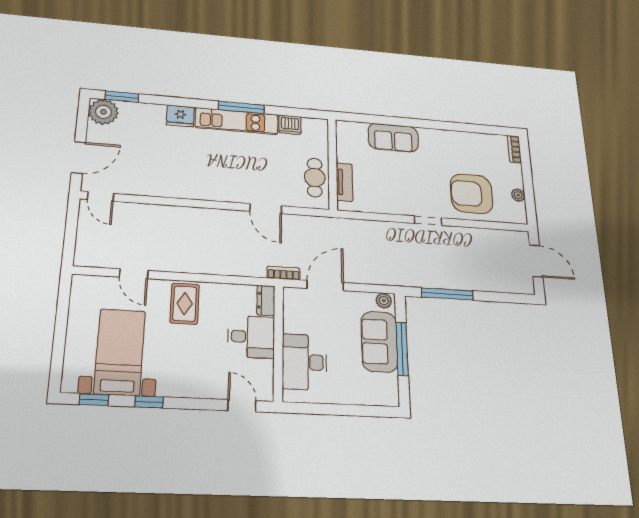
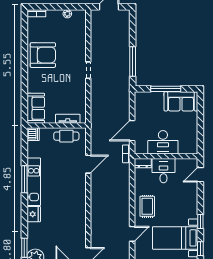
dishwasher: (290, 125) -> (33, 134), moved
sofa: (393, 138) -> (36, 108), moved
armchair: (471, 194) -> (43, 55), moved, turned -90
door: (325, 286) -> (132, 131), hinge flipped
plant: (384, 301) -> (139, 98), removed
rug: (185, 304) -> (147, 206), turned 90
sofa: (379, 342) -> (181, 101), moved
desk: (304, 362) -> (163, 142), moved

